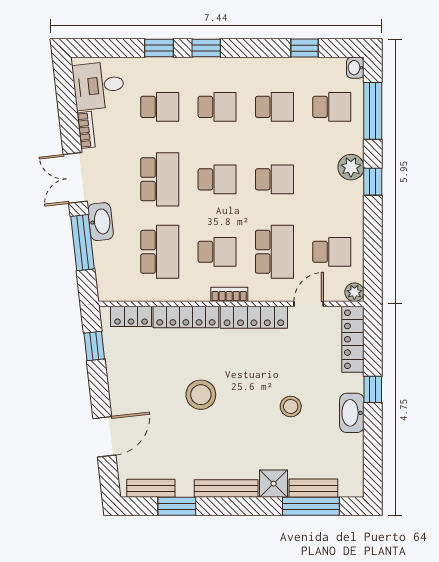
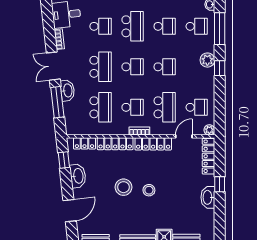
school desk: (217, 107) -> (133, 26), width x1.85
washbasin: (119, 375) -> (78, 176), added
stool: (291, 407) -> (149, 190), moved

